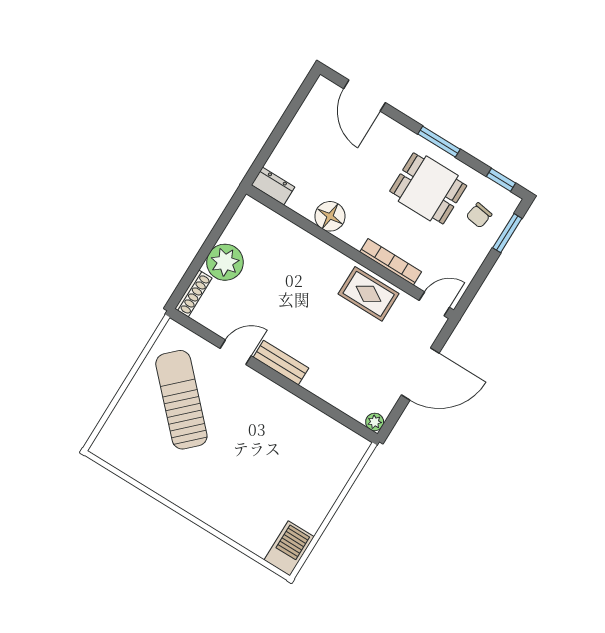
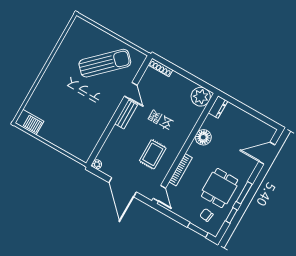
window: (501, 180) -> (231, 215), moved
plant: (225, 262) -> (201, 97), moved
rug: (369, 294) -> (153, 154), moved

